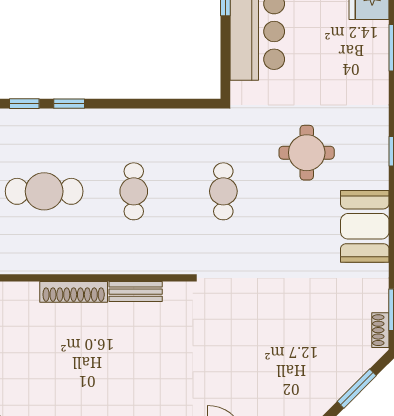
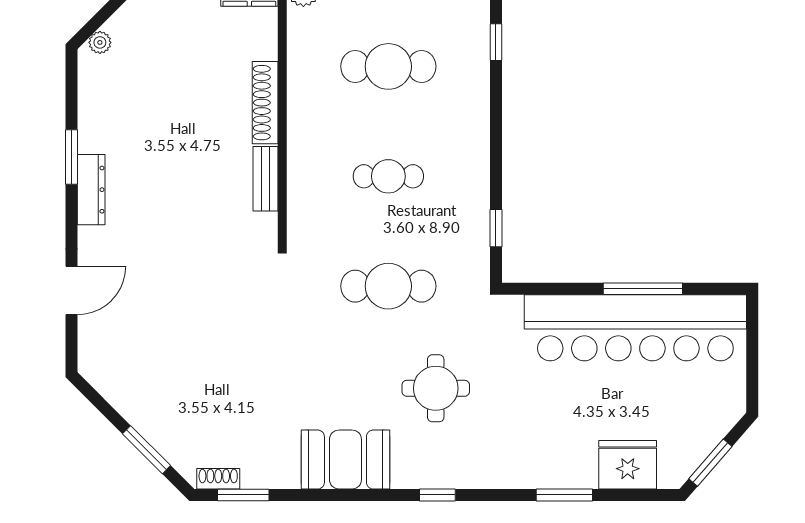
window: (69, 104) -> (496, 228), moved
cafe table: (44, 191) -> (388, 66), turned 90
cafe table: (223, 191) -> (388, 286), width x1.37, depth x1.35

